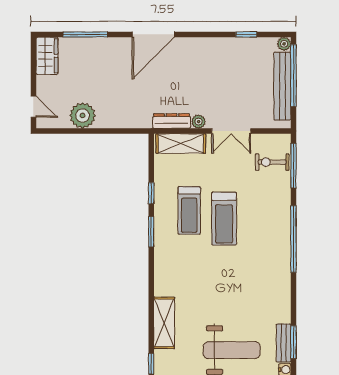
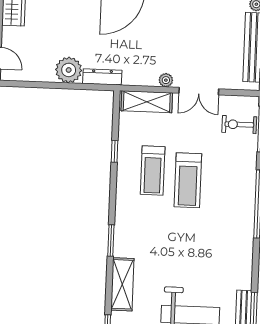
plant: (83, 115) -> (69, 70), moved
dresser: (172, 121) -> (102, 77), moved
window: (151, 232) -> (111, 240), moved

